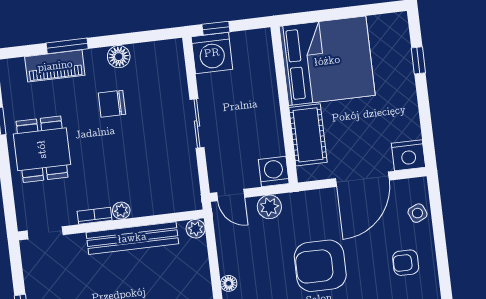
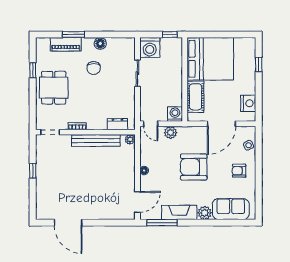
window: (216, 28) -> (170, 35), moved
chair: (112, 104) -> (94, 68), turned -90
sliding door: (197, 124) -> (137, 73), moved
nightstand: (408, 155) -> (248, 103), moved, turned -90
dresser: (169, 203) -> (117, 124), added
plant: (121, 211) -> (92, 125), removed

